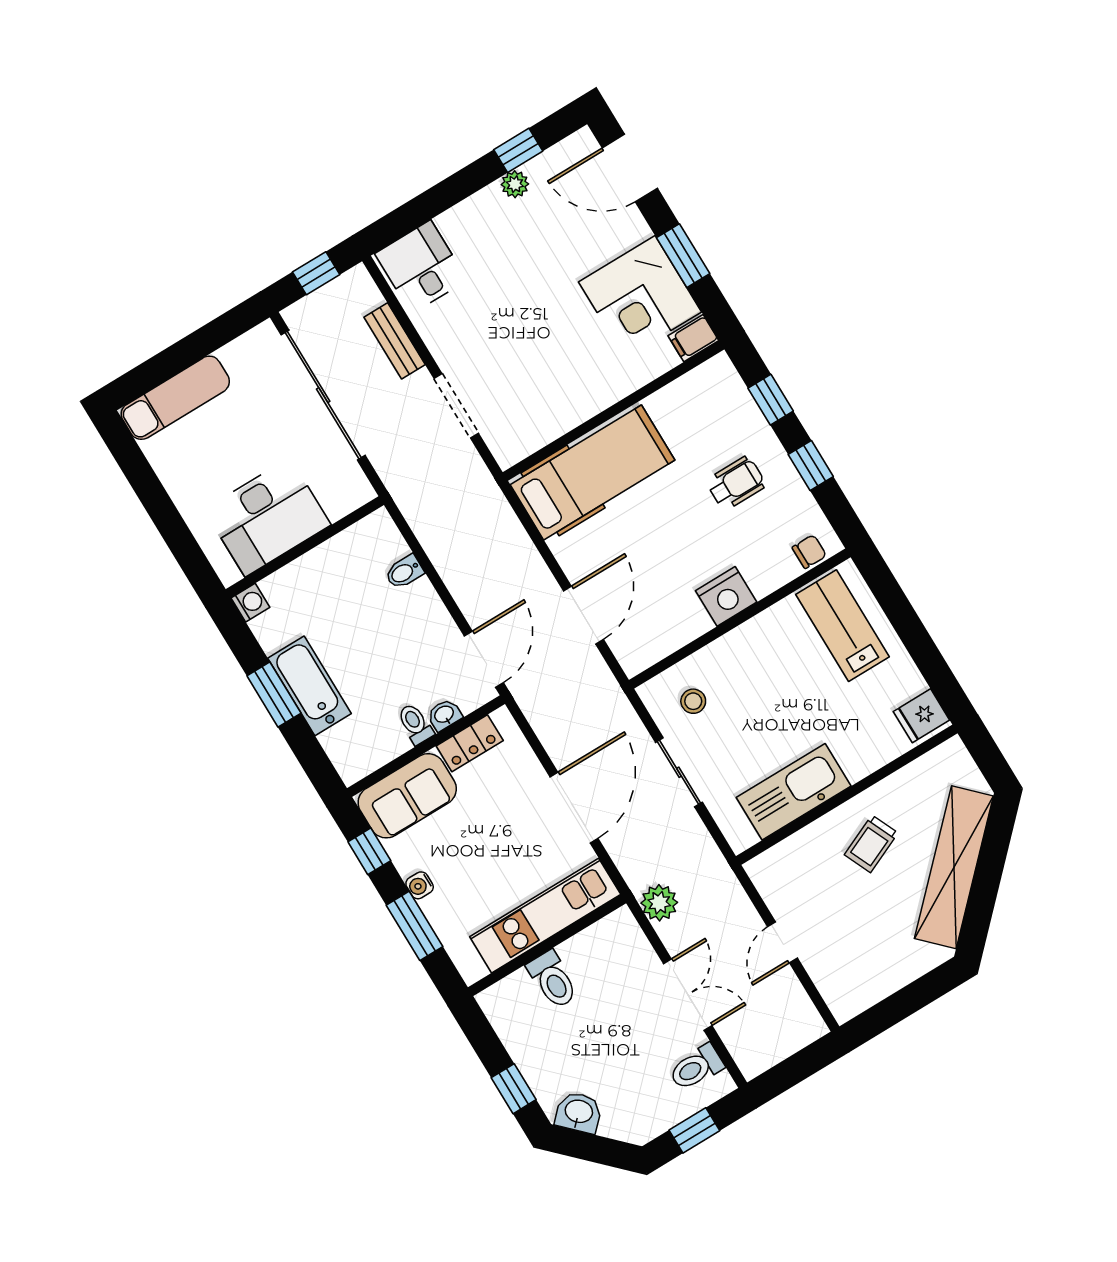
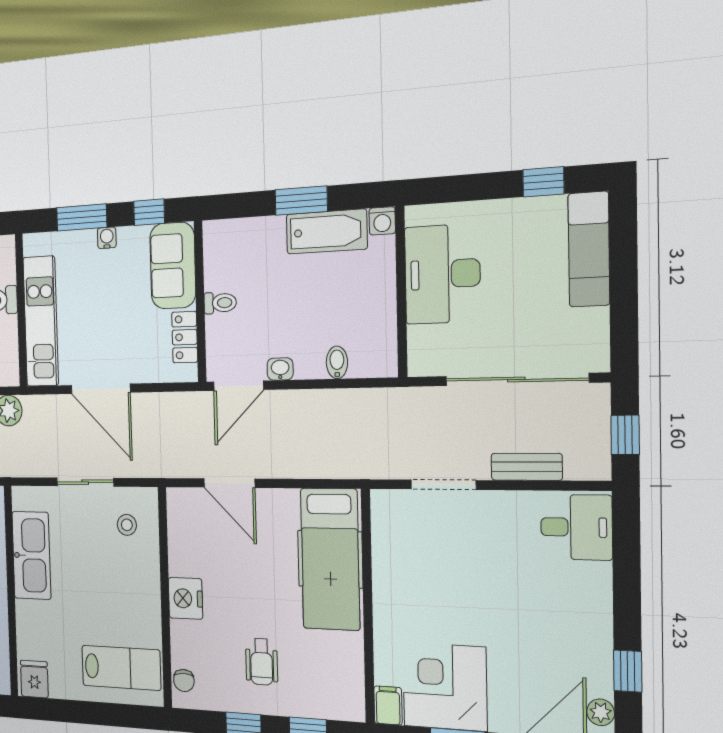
plant: (515, 184) -> (601, 712), moved
window: (139, 472) -> (543, 182), added
door: (484, 659) -> (238, 386), hinge flipped
bathtub: (310, 686) -> (327, 232), moved
washbasin: (444, 715) -> (280, 369), moved, turned -90

